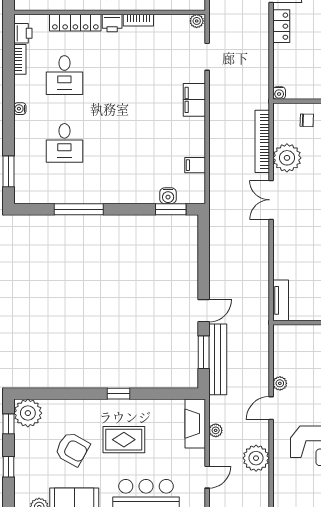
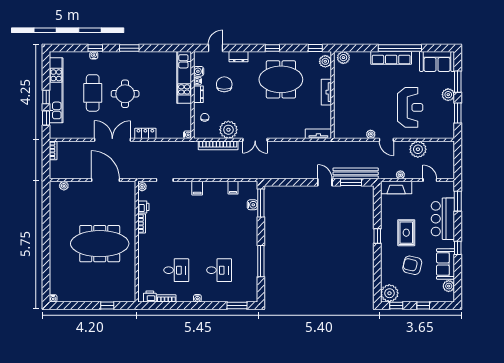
locker: (75, 23) -> (143, 263), removed
printer: (112, 23) -> (143, 207), moved
filing cabinet: (194, 100) -> (197, 188), width x0.50
window: (171, 209) -> (261, 203), width x1.44
armchair: (72, 449) -> (412, 265), turned -106

